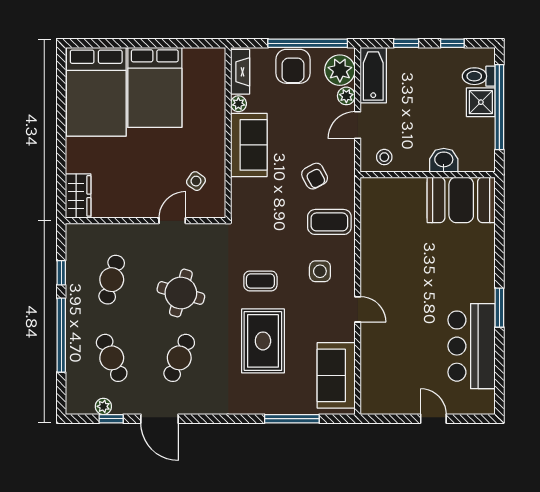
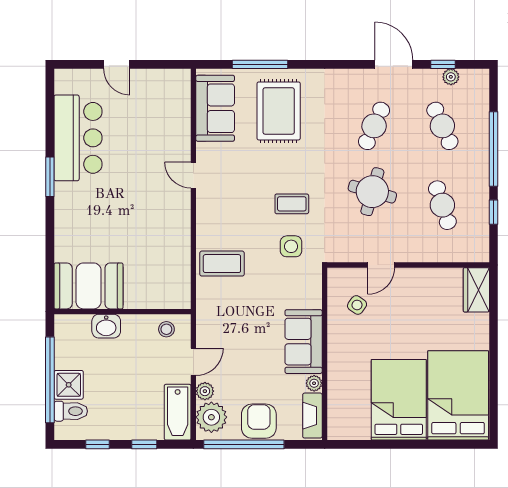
armchair: (315, 176) -> (237, 310), removed
side table: (320, 271) -> (291, 246), moved
cafe table: (112, 280) -> (442, 205), turned -33
rug: (263, 341) -> (279, 111), moved

